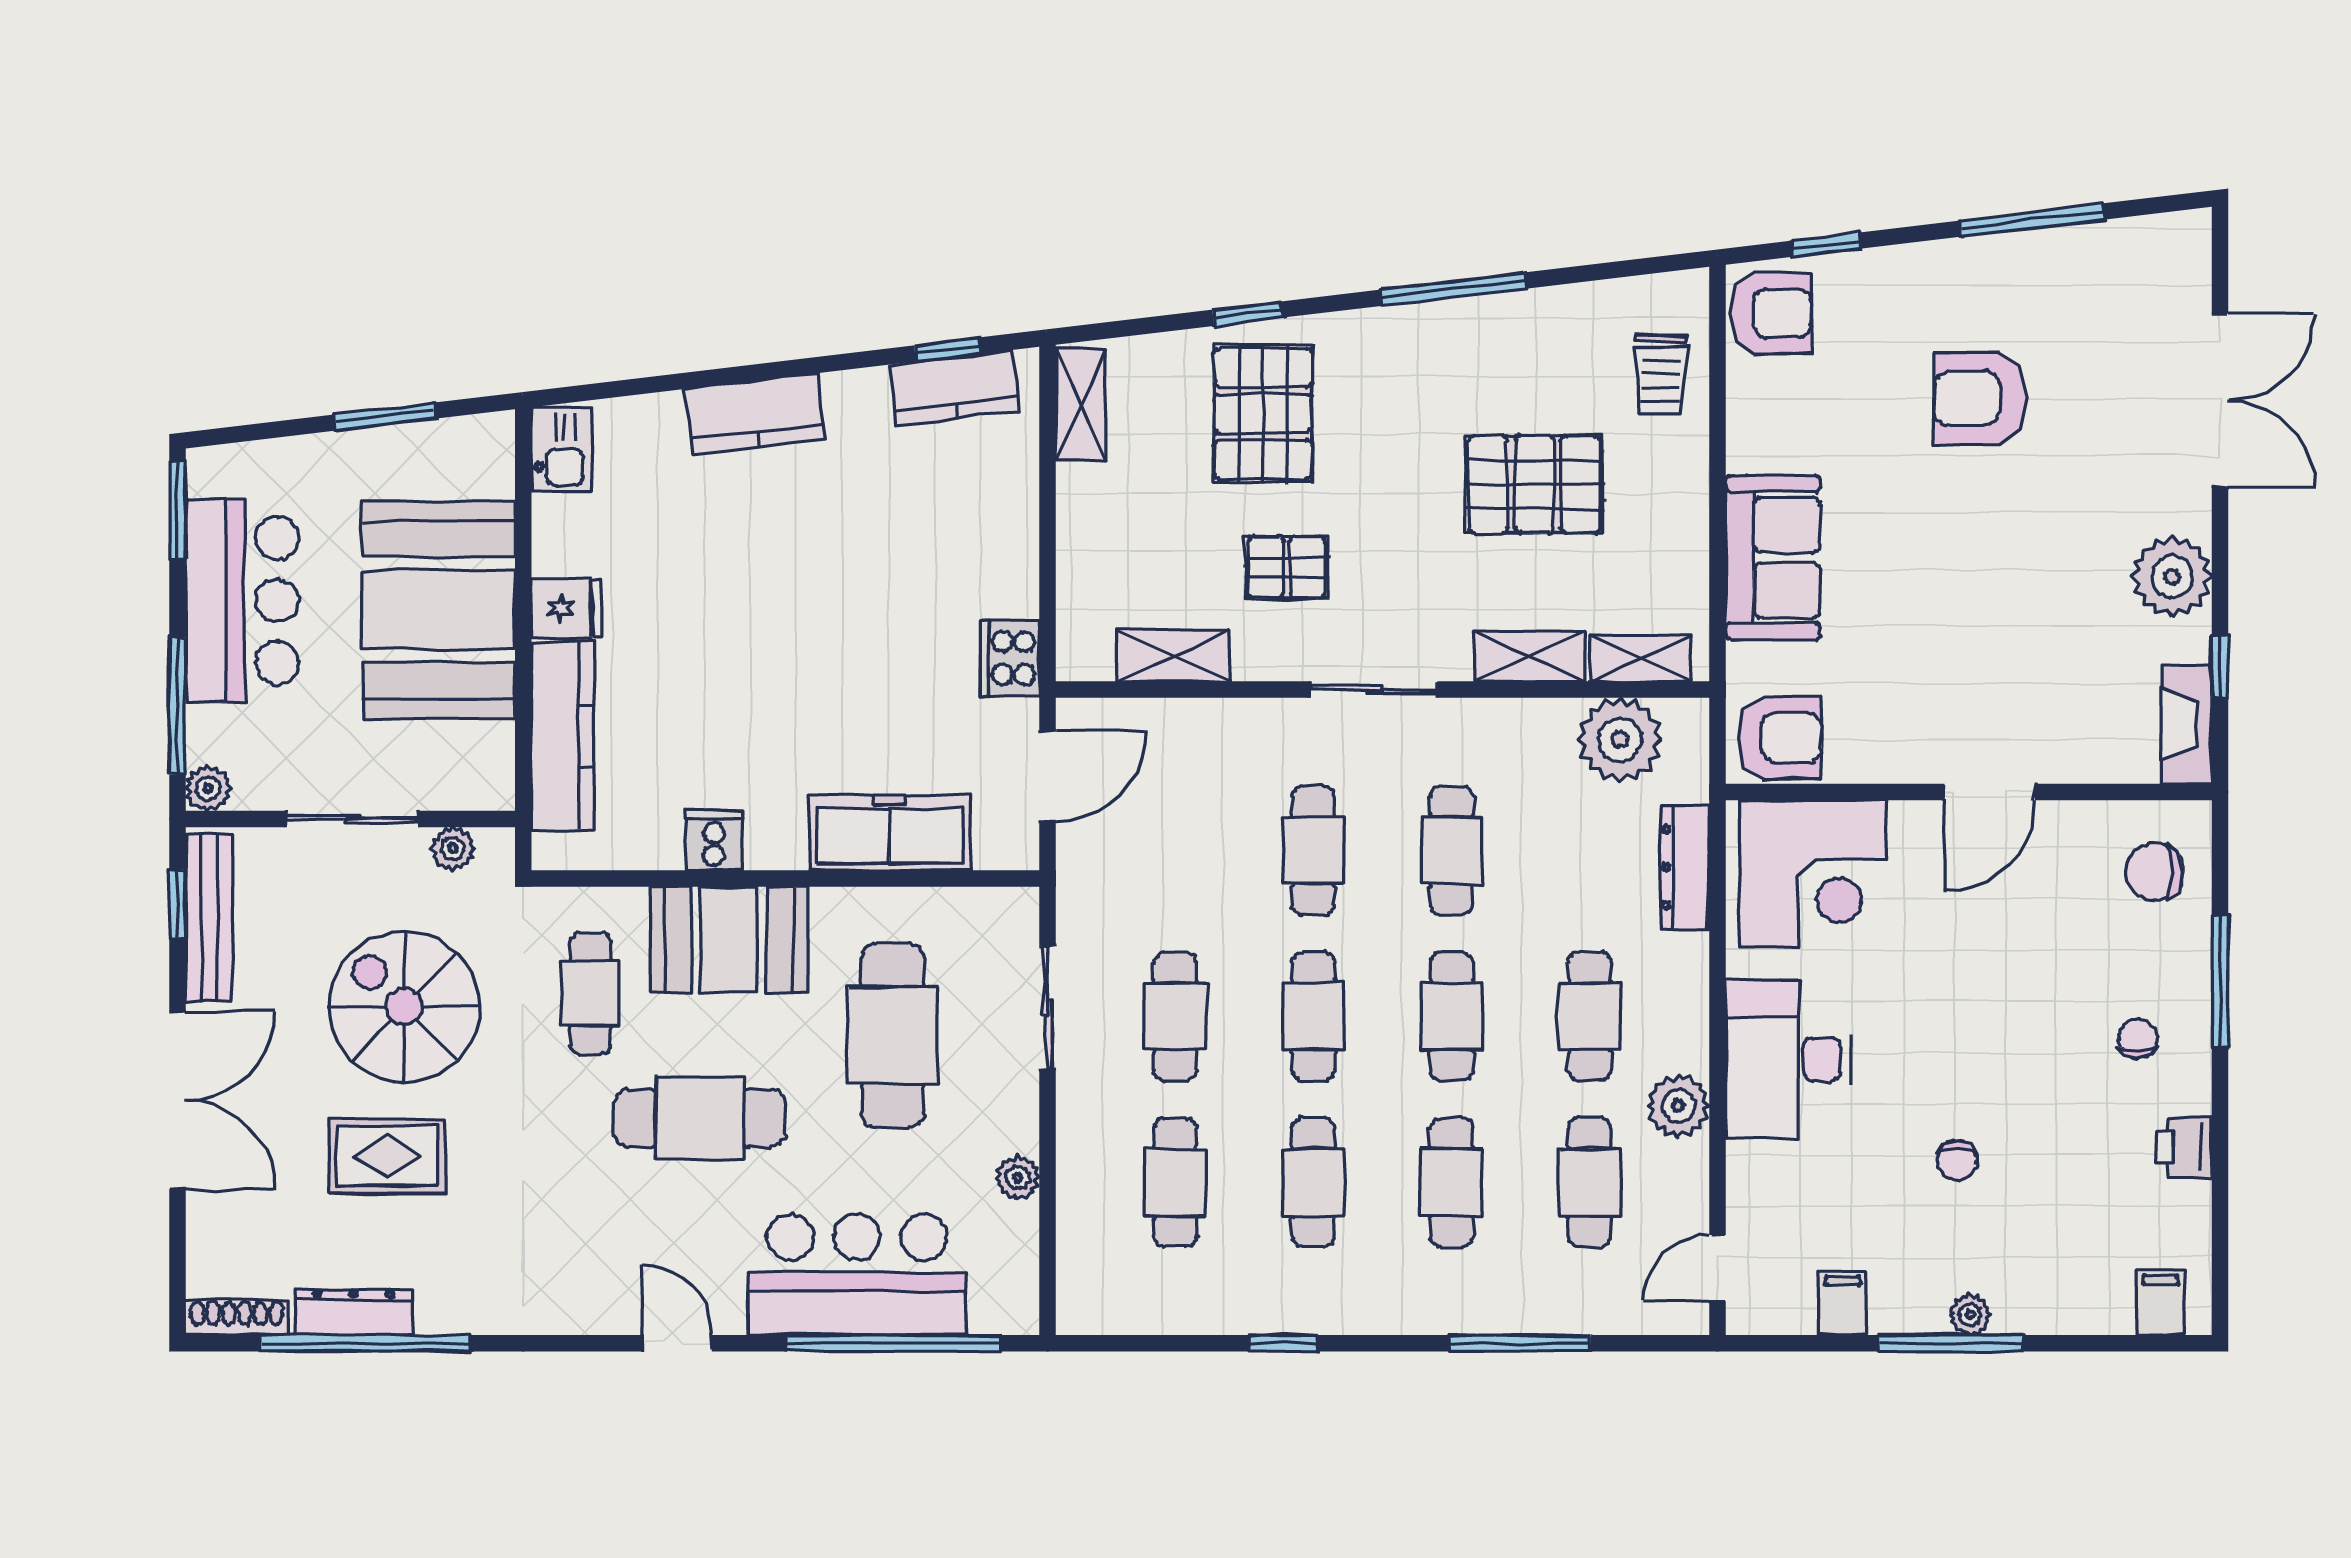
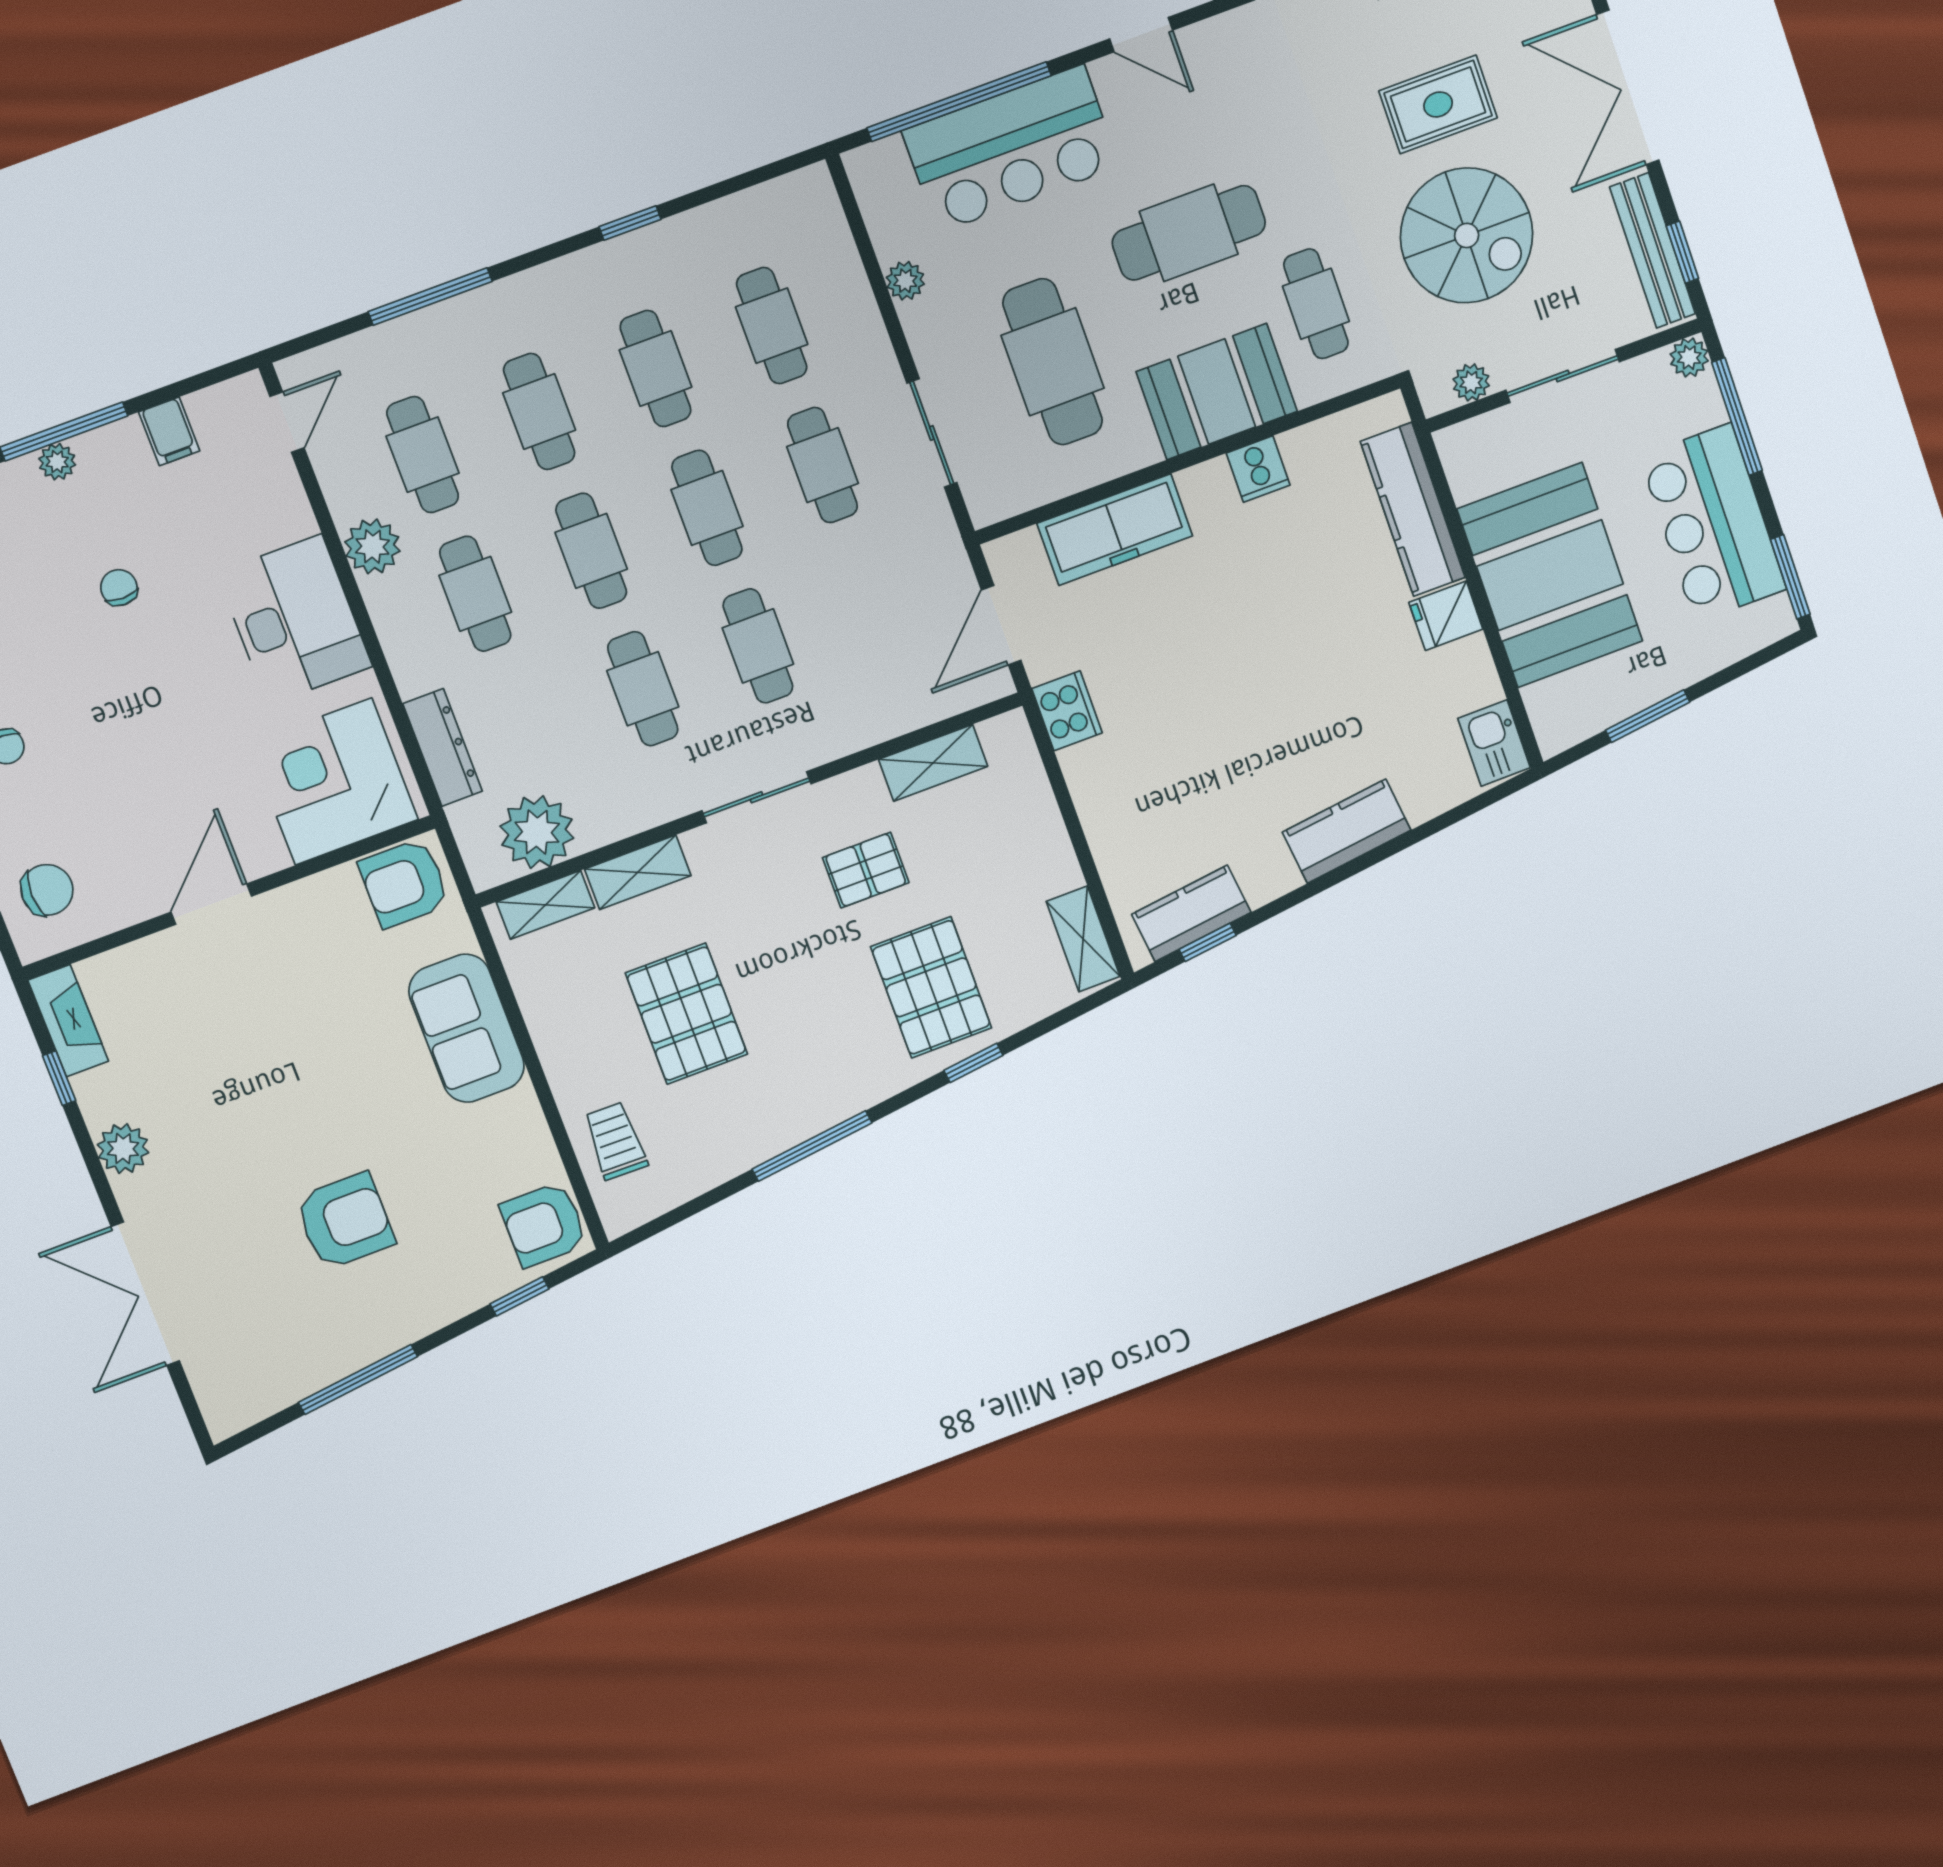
pallet: (1534, 484) -> (686, 1014), turned 90
plant: (2172, 577) -> (123, 1149), width x0.73, depth x0.73

